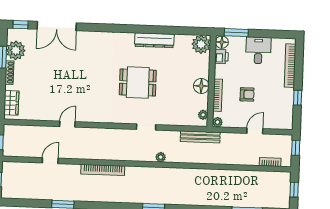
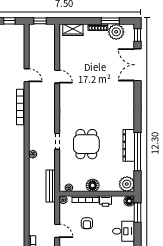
window: (162, 30) -> (137, 152), added
printer: (221, 57) -> (105, 201), moved
dining table: (138, 83) -> (86, 144), moved
door: (50, 161) -> (27, 75), moved

